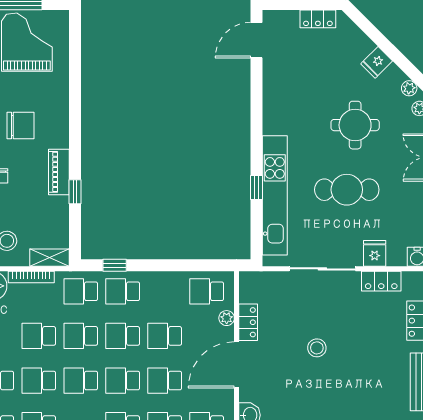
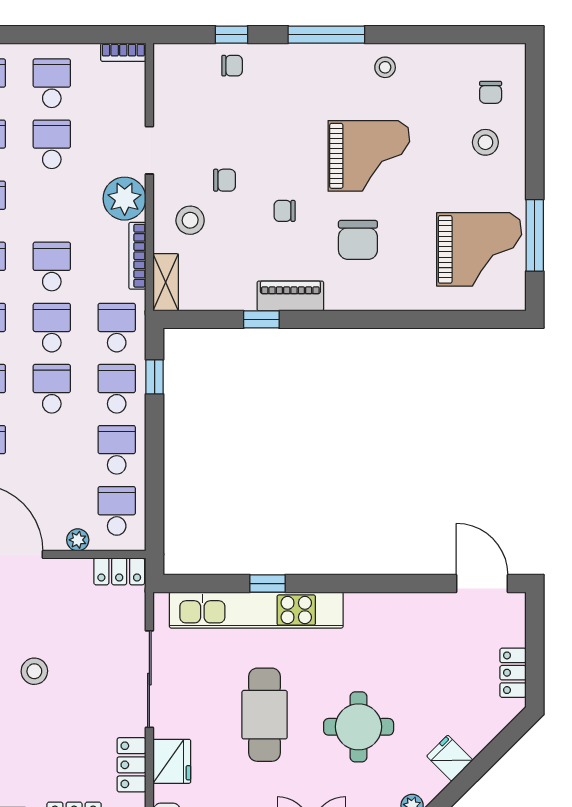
fridge: (375, 253) -> (172, 761), width x1.38
locker: (248, 322) -> (119, 571), moved
school desk: (165, 336) -> (117, 450), moved

